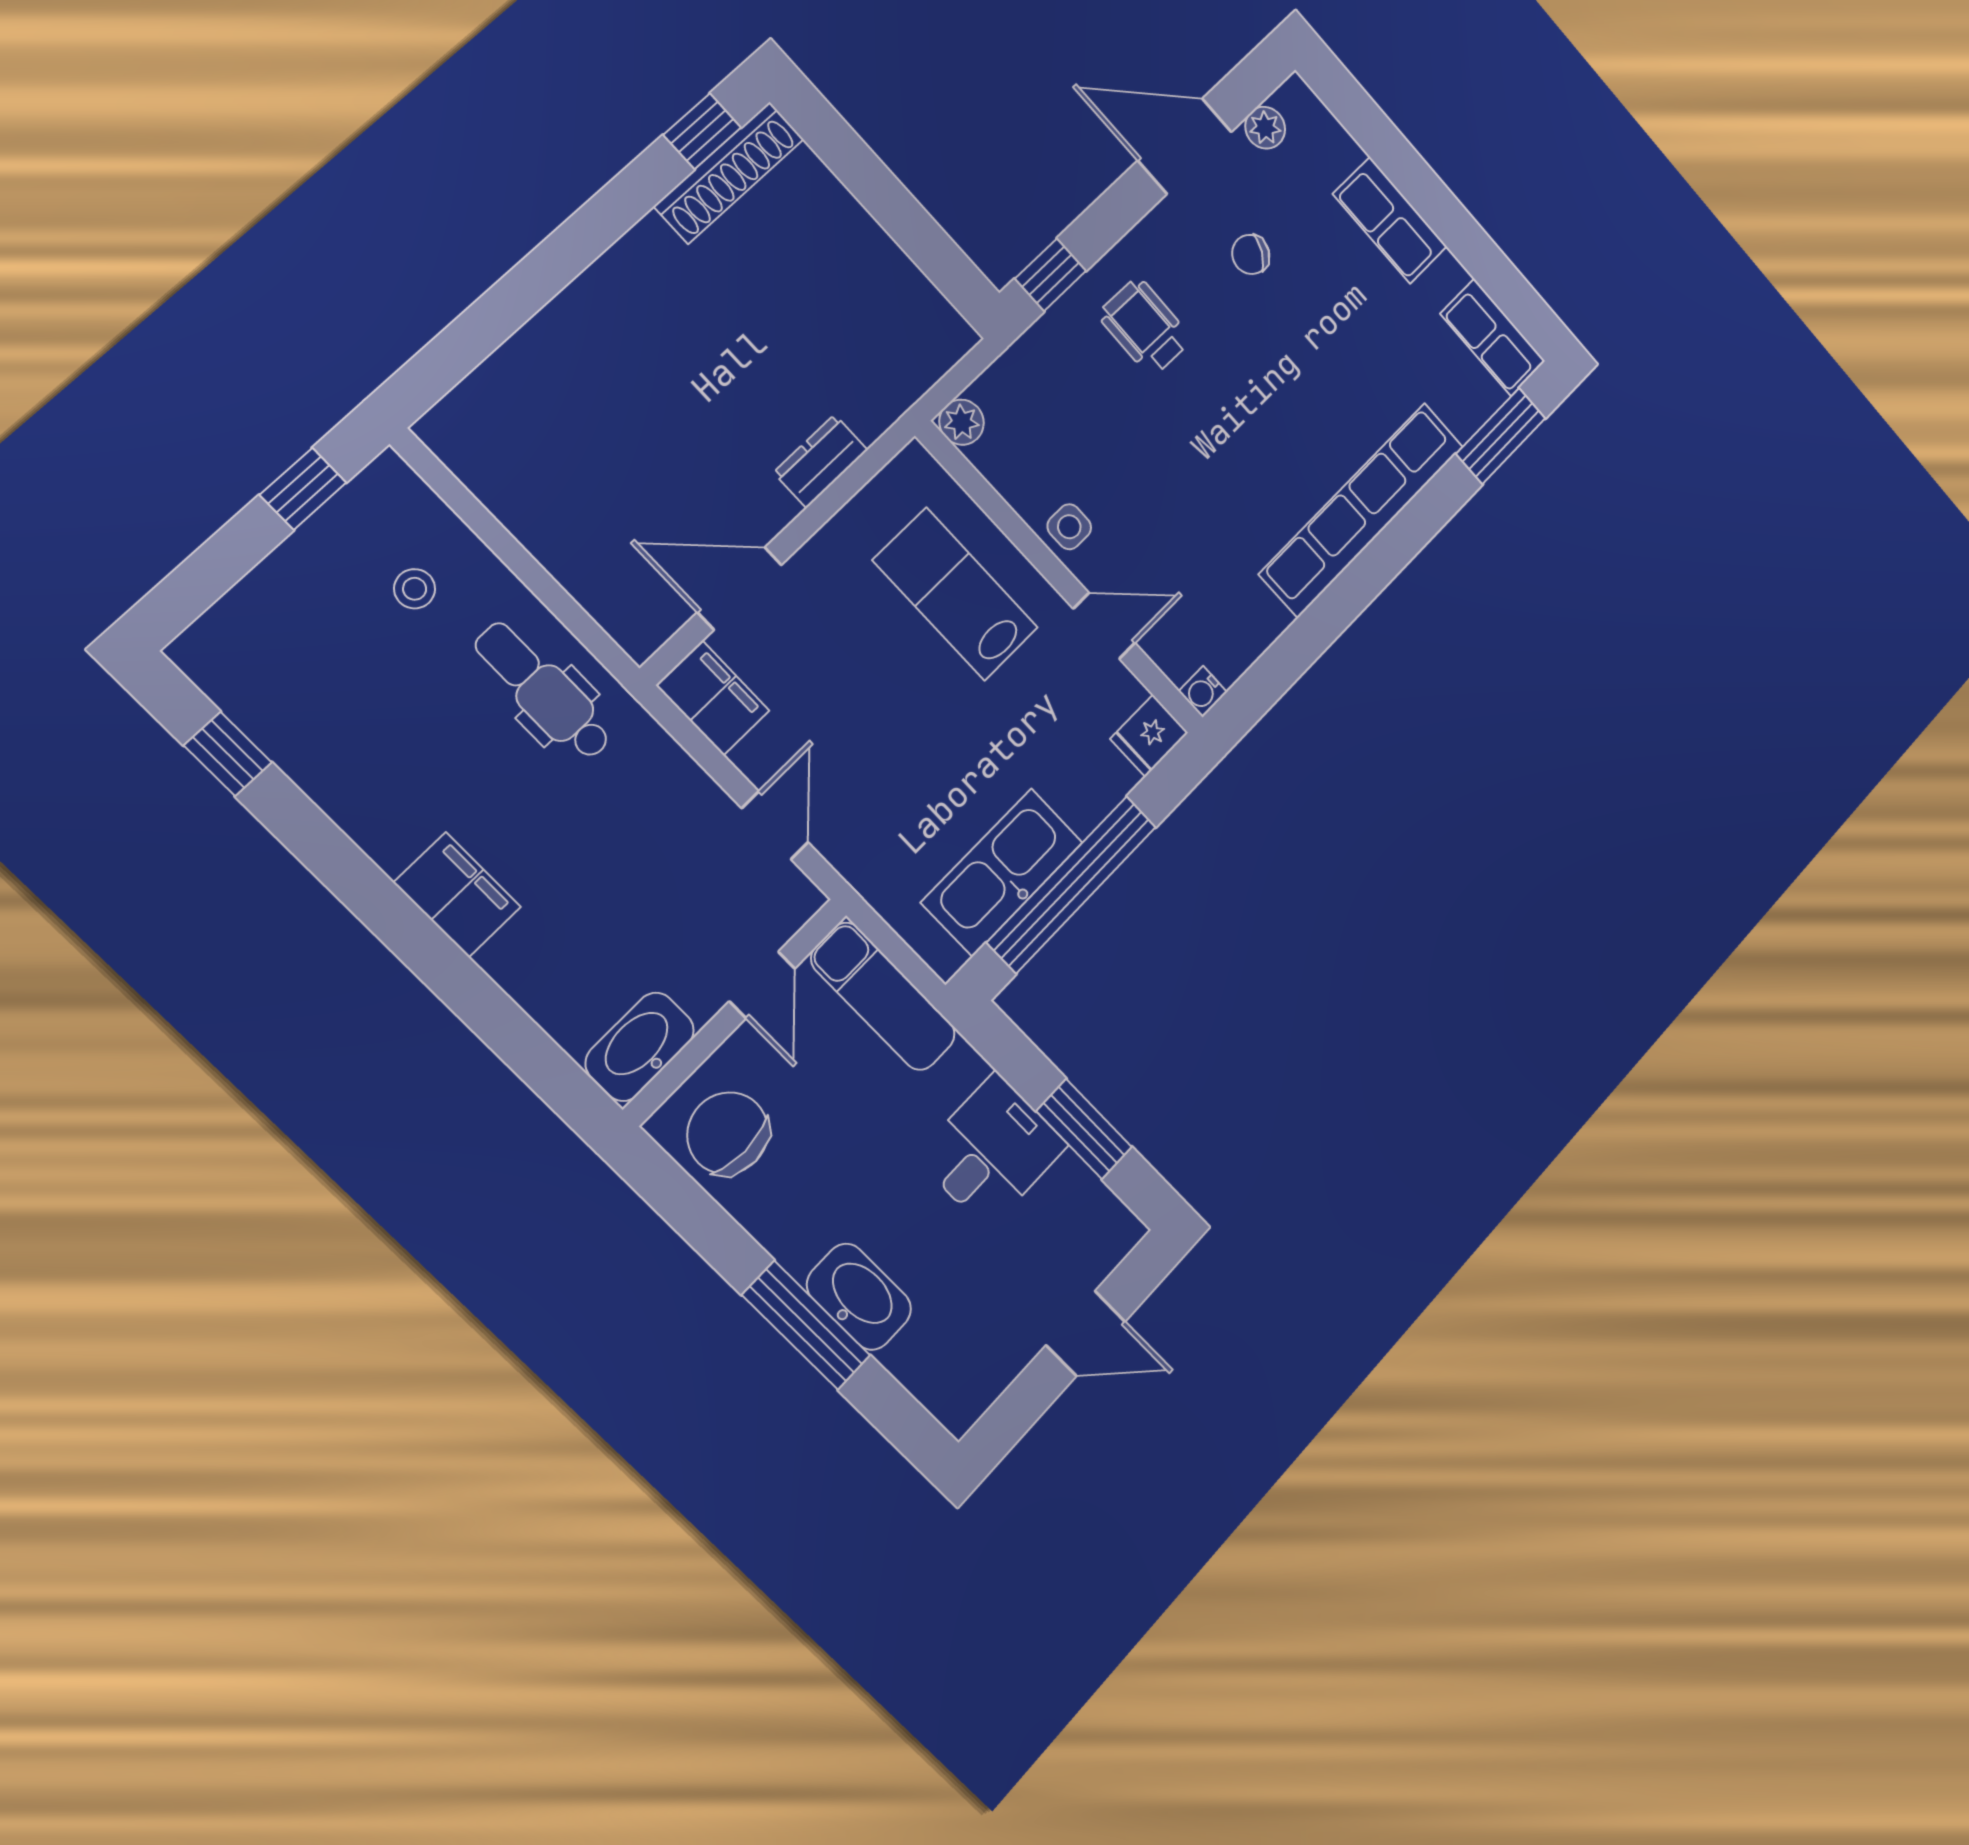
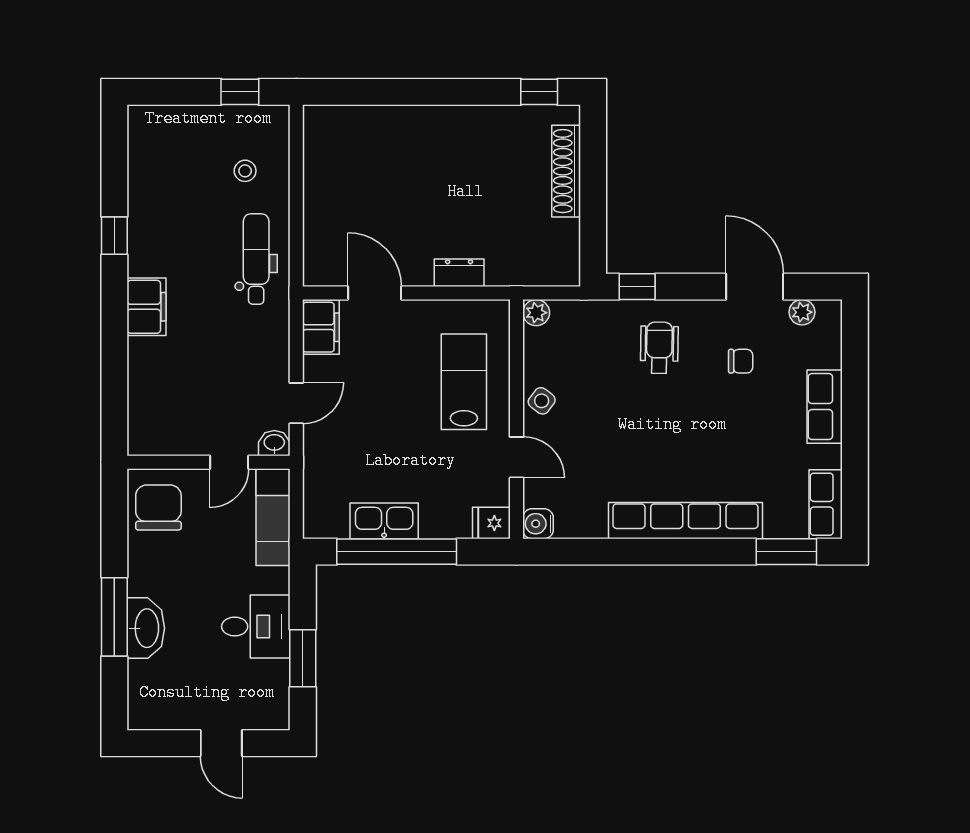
shoe rack: (729, 173) -> (566, 171), moved, turned 90
chair: (1251, 254) -> (741, 361), turned 150
side table: (1069, 527) -> (542, 401), turned 37
water cooler: (1203, 692) -> (538, 524), width x1.38, depth x1.38
window: (228, 754) -> (114, 236), moved
kitchen sink: (1002, 872) -> (384, 521), width x0.73, depth x0.81
washbasin: (640, 1047) -> (274, 443), moved, width x0.52, depth x0.69

